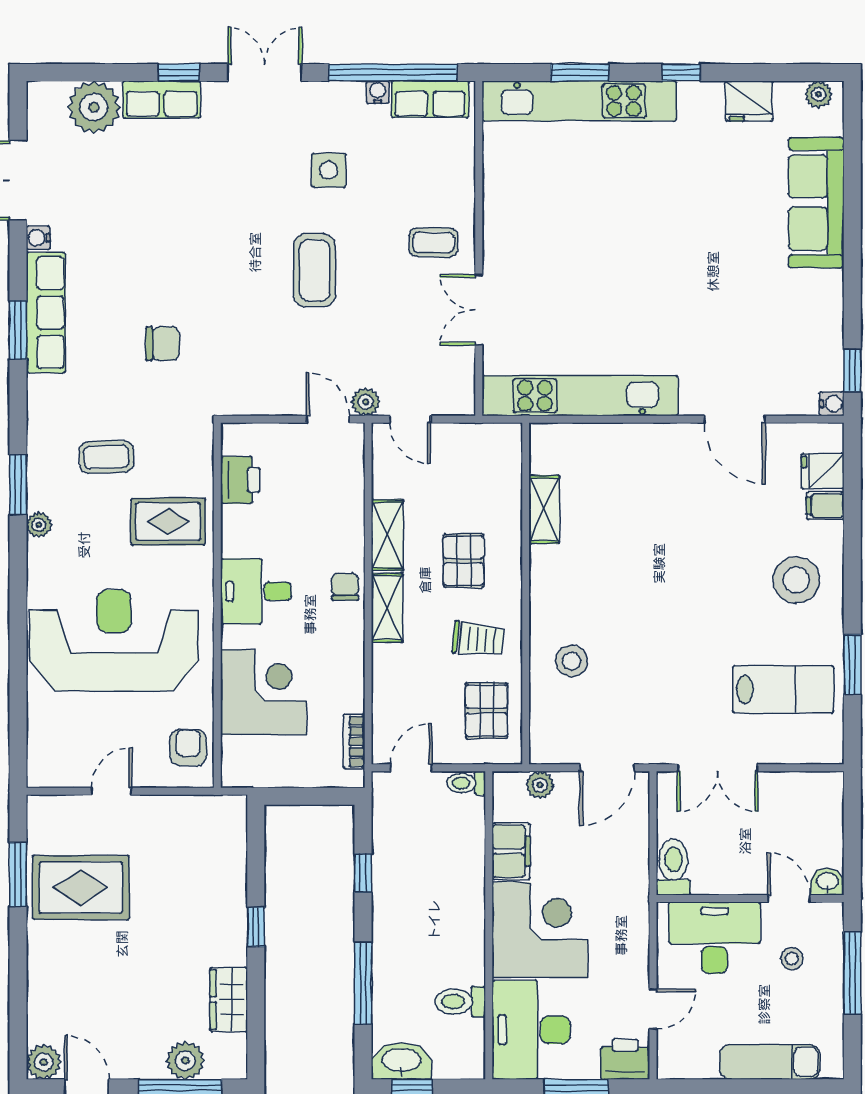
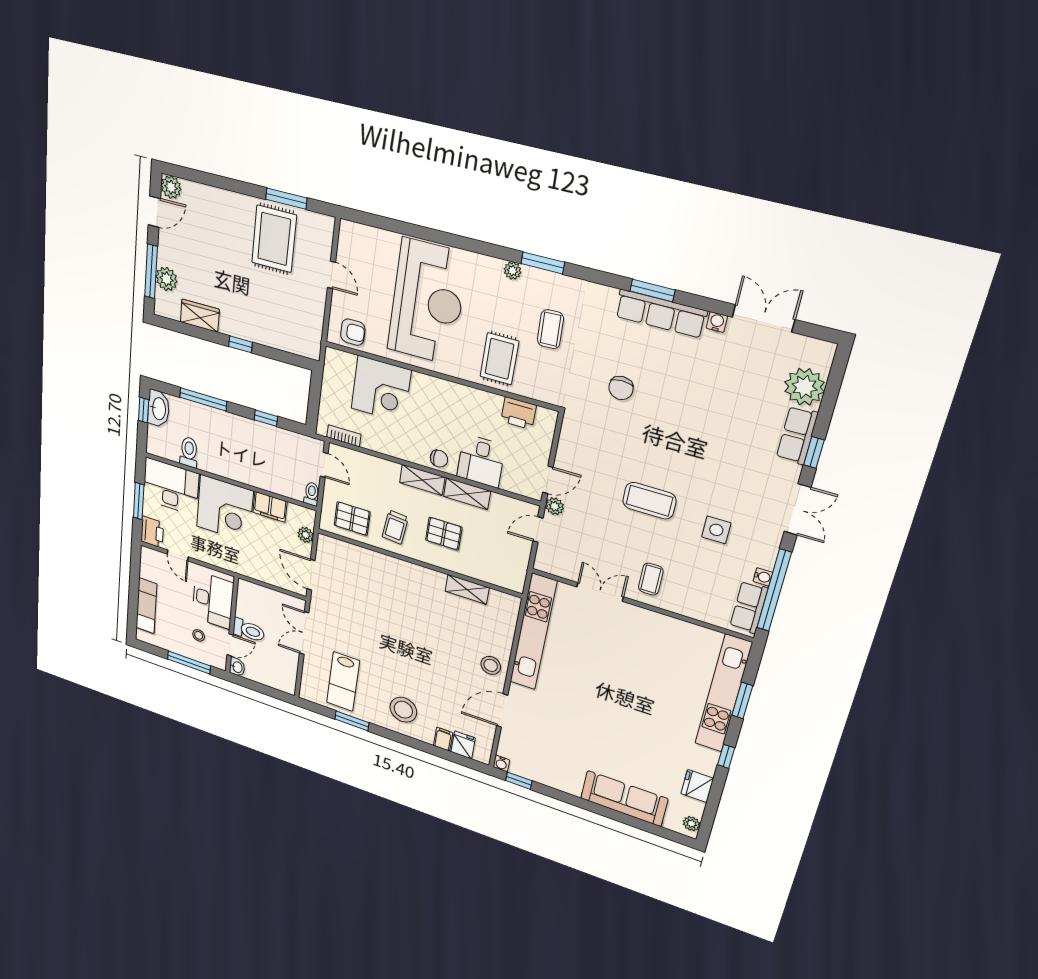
desk: (256, 591) -> (481, 461), moved, turned 180
stool: (572, 661) -> (491, 665), moved
toilet: (673, 867) -> (249, 630), moved

